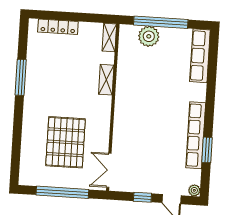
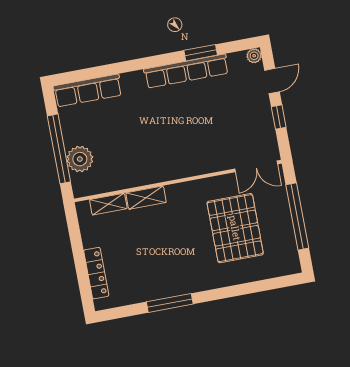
shelving: (109, 37) -> (108, 204), moved
pallet: (66, 142) -> (235, 228), turned 90

